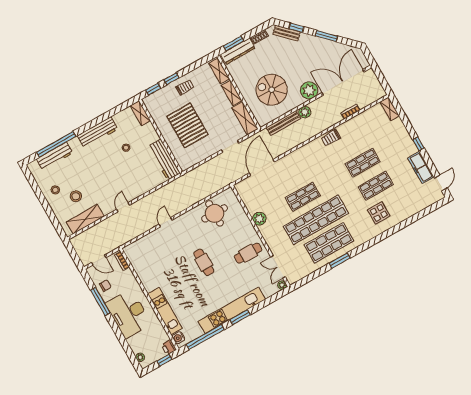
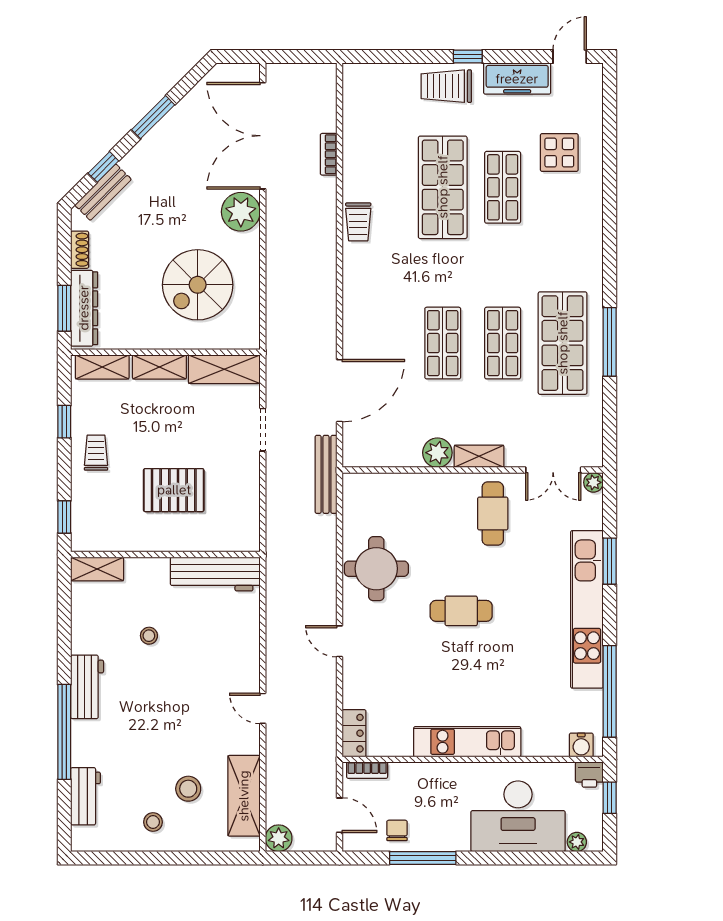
window: (172, 79) -> (64, 422), moved
shelving: (390, 109) -> (479, 456), moved
plant: (305, 112) -> (279, 838), moved
bench: (283, 123) -> (326, 474), moved
pallet: (187, 125) -> (174, 490), width x0.73, depth x0.71
workbench: (97, 132) -> (87, 687), width x0.73
trolley: (402, 142) -> (446, 86), added
window: (56, 144) -> (64, 732), moved
workbench: (55, 156) -> (85, 796), width x0.73
shop shelf: (363, 163) -> (443, 187), width x1.43, depth x1.36
door: (262, 167) -> (340, 391), swing flipped
door: (441, 183) -> (570, 57), hinge flipped
round table: (215, 213) -> (376, 569), moved
display table: (379, 213) -> (559, 153), moved
shop shelf: (316, 220) -> (503, 343), width x0.50, depth x0.74
locker: (133, 248) -> (354, 733), added
door: (99, 260) -> (340, 815), hinge flipped
window: (340, 261) -> (610, 342), width x1.44
kitchen unit: (165, 311) -> (467, 742), moved
desk: (129, 314) -> (518, 816), moved
window: (240, 317) -> (610, 561), moved

